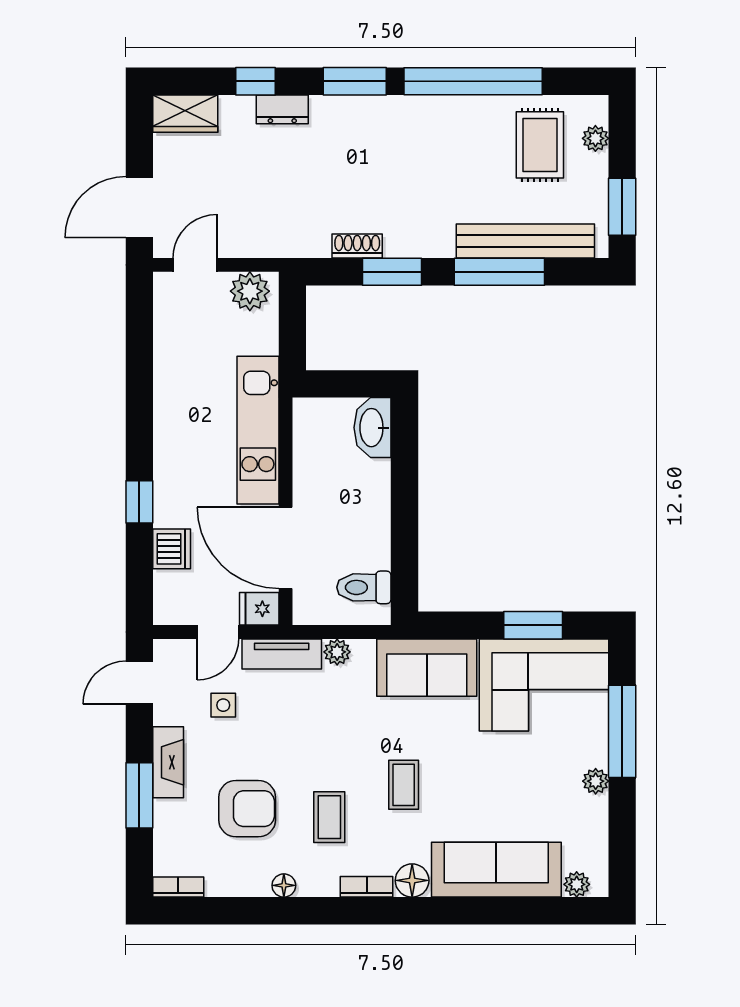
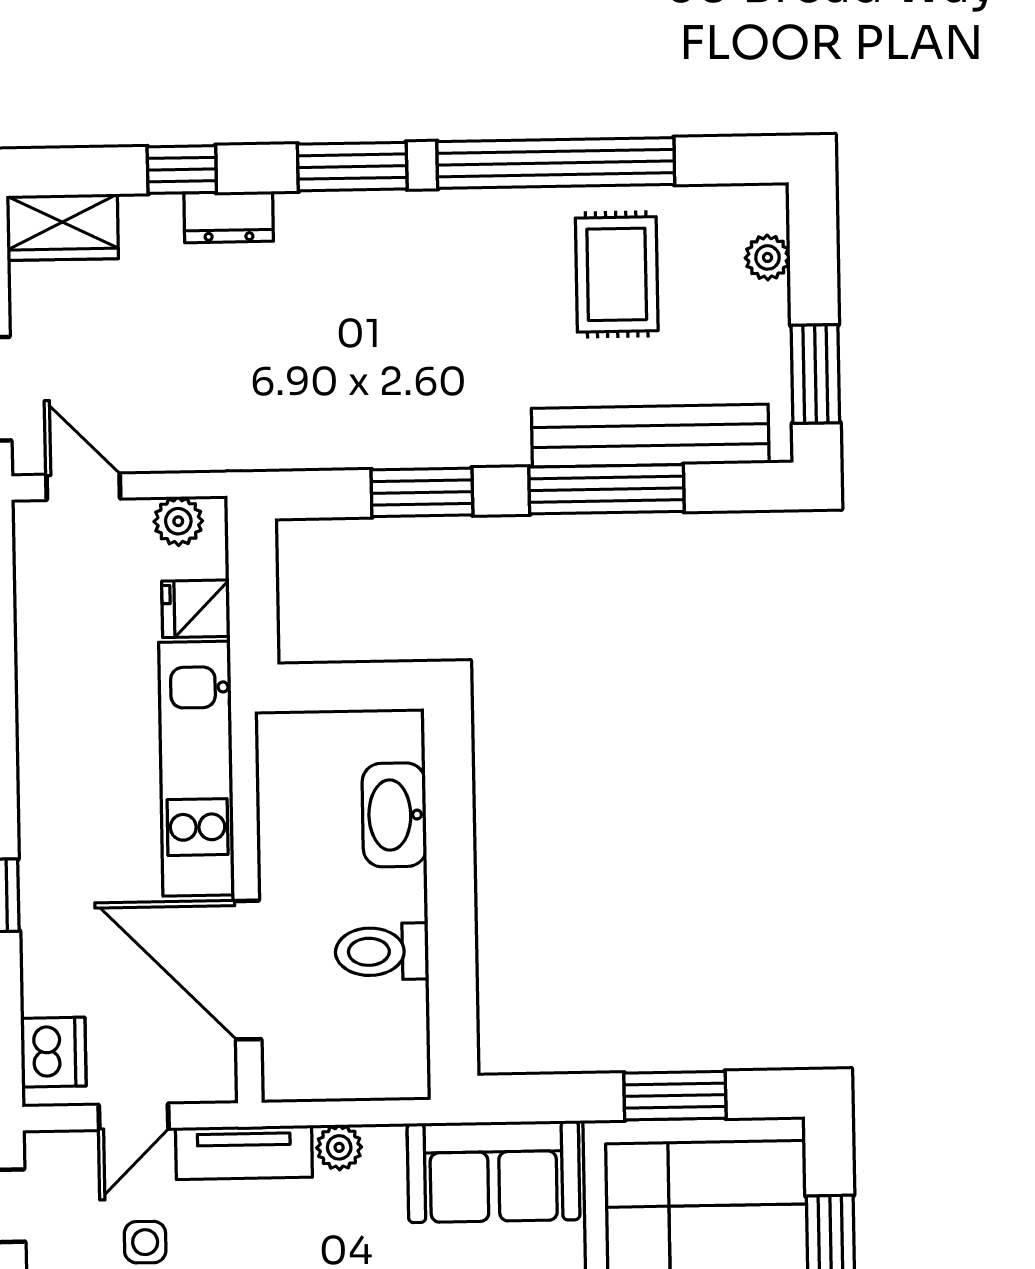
rug: (540, 145) -> (617, 274), moved
shoe rack: (357, 246) -> (361, 449), removed
door: (195, 265) -> (83, 487), hinge flipped
plant: (250, 291) -> (178, 521), width x0.73, depth x0.73
washbasin: (373, 428) -> (394, 815), moved
dishwasher: (172, 549) -> (53, 1052), moved
toilet: (364, 587) -> (382, 952), moved
fridge: (259, 609) -> (196, 609), moved

